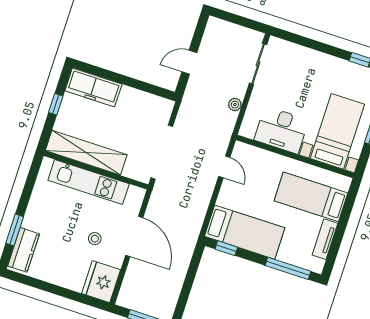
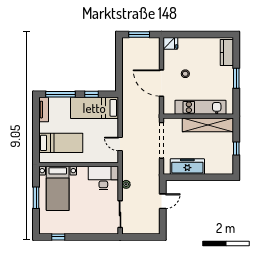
freezer: (93, 87) -> (187, 166), moved
desk: (281, 130) -> (103, 178), moved
window: (15, 230) -> (236, 78), moved
tv unit: (325, 239) -> (44, 110), moved
window: (226, 248) -> (91, 94), moved
fridge: (101, 282) -> (170, 43), width x0.53, depth x0.75

